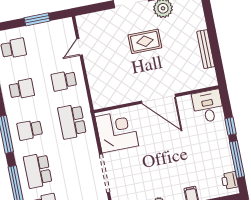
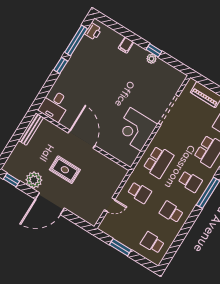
wall: (156, 99) -> (83, 140), moved
door: (158, 99) -> (82, 139), moved
desk: (208, 106) -> (55, 105), moved

